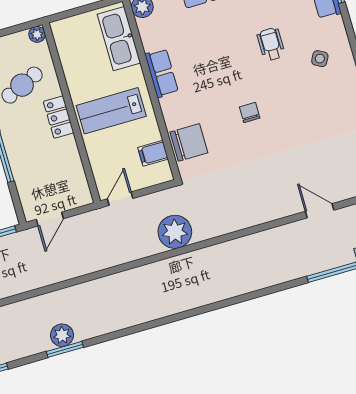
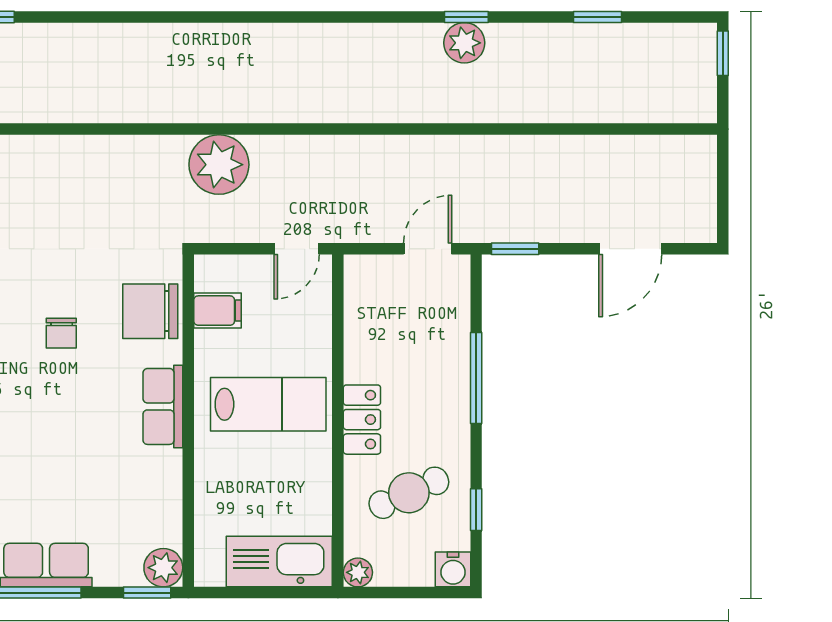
kitchen sink: (119, 39) -> (279, 562), moved, turned -90
row of seats: (162, 73) -> (163, 406), moved
chair: (250, 112) -> (61, 333), moved
window: (65, 349) -> (466, 17), width x0.67

